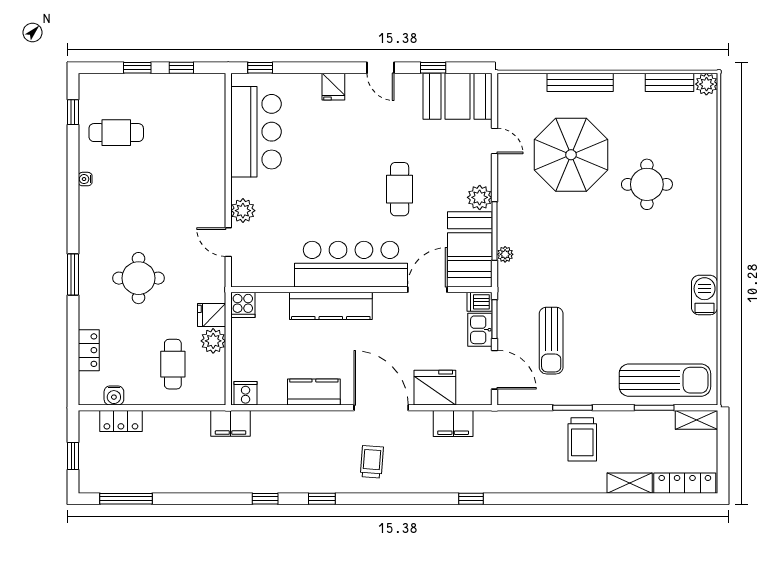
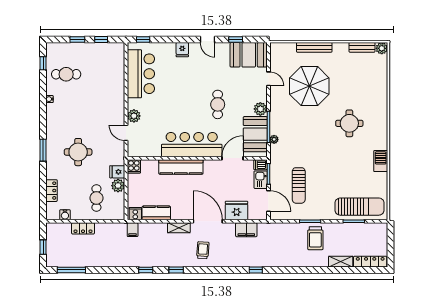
round table: (647, 184) -> (349, 123), moved
kitchen counter: (314, 392) -> (156, 213), moved
shelving: (696, 420) -> (179, 228), moved
locker: (121, 421) -> (83, 228), moved
filing cabinet: (231, 423) -> (133, 230), width x0.50

